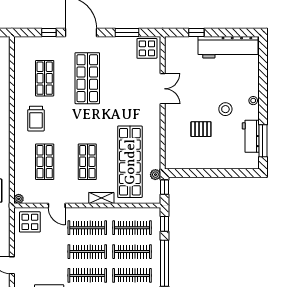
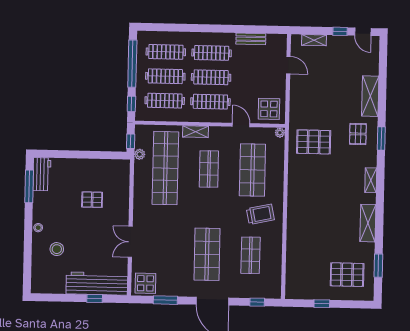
window: (49, 32) -> (257, 302), moved
workbench: (228, 47) -> (97, 283), moved
stool: (225, 109) -> (57, 249), moved
trolley: (36, 119) -> (260, 214), turned 78
workbench: (251, 136) -> (42, 174), moved
shop shelf: (45, 162) -> (252, 170), width x1.43, depth x1.36

